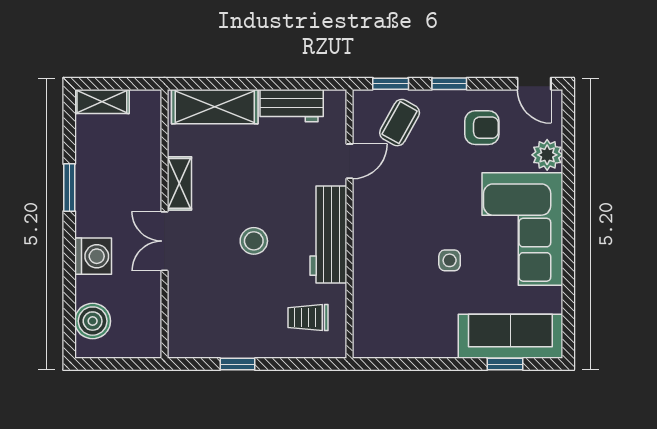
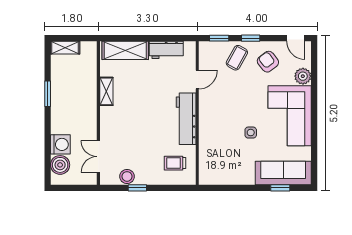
coffee table: (400, 123) -> (237, 58), moved
armchair: (482, 128) -> (268, 62), turned -128
double door: (164, 241) -> (98, 157), moved
stool: (254, 241) -> (127, 176), moved
washing machine: (93, 256) -> (60, 144), moved

